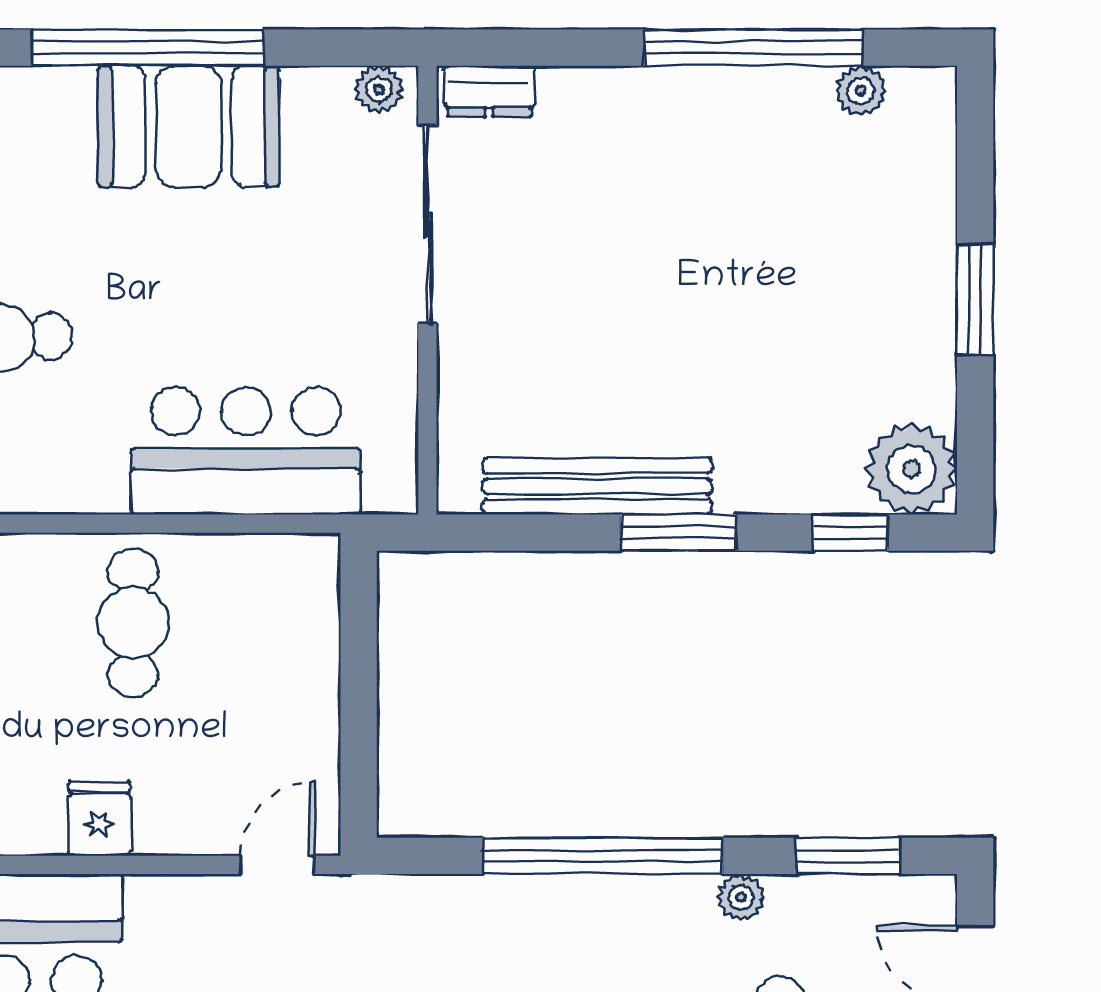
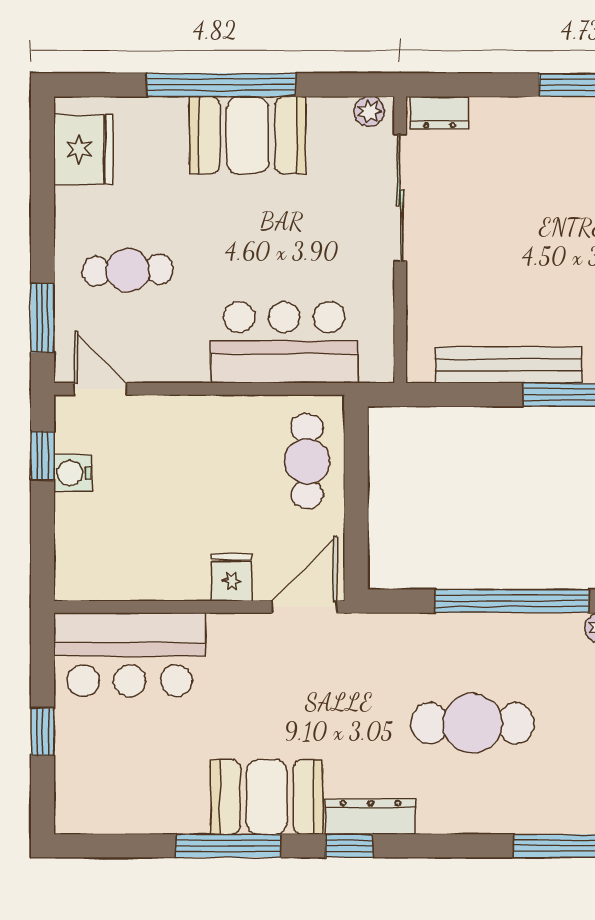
cafe table: (133, 623) -> (307, 461), moved
fridge: (99, 819) -> (231, 577), moved
door: (278, 865) -> (304, 607), width x1.38

